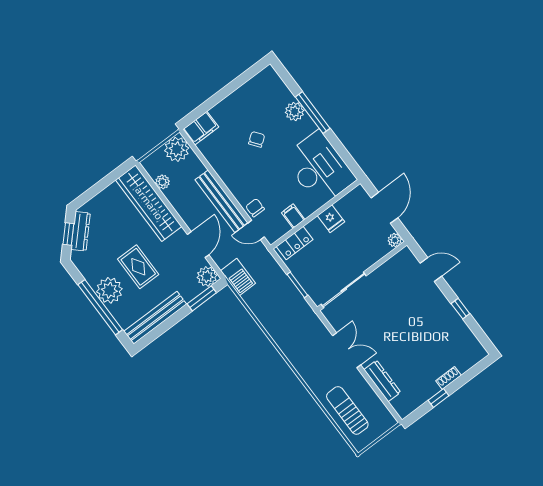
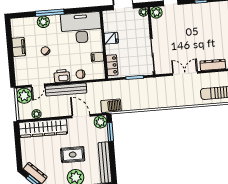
filing cabinet: (201, 128) -> (19, 47), moved
printer: (236, 184) -> (62, 76), added
door: (256, 230) -> (38, 85), moved
plant: (405, 258) -> (156, 12), added

